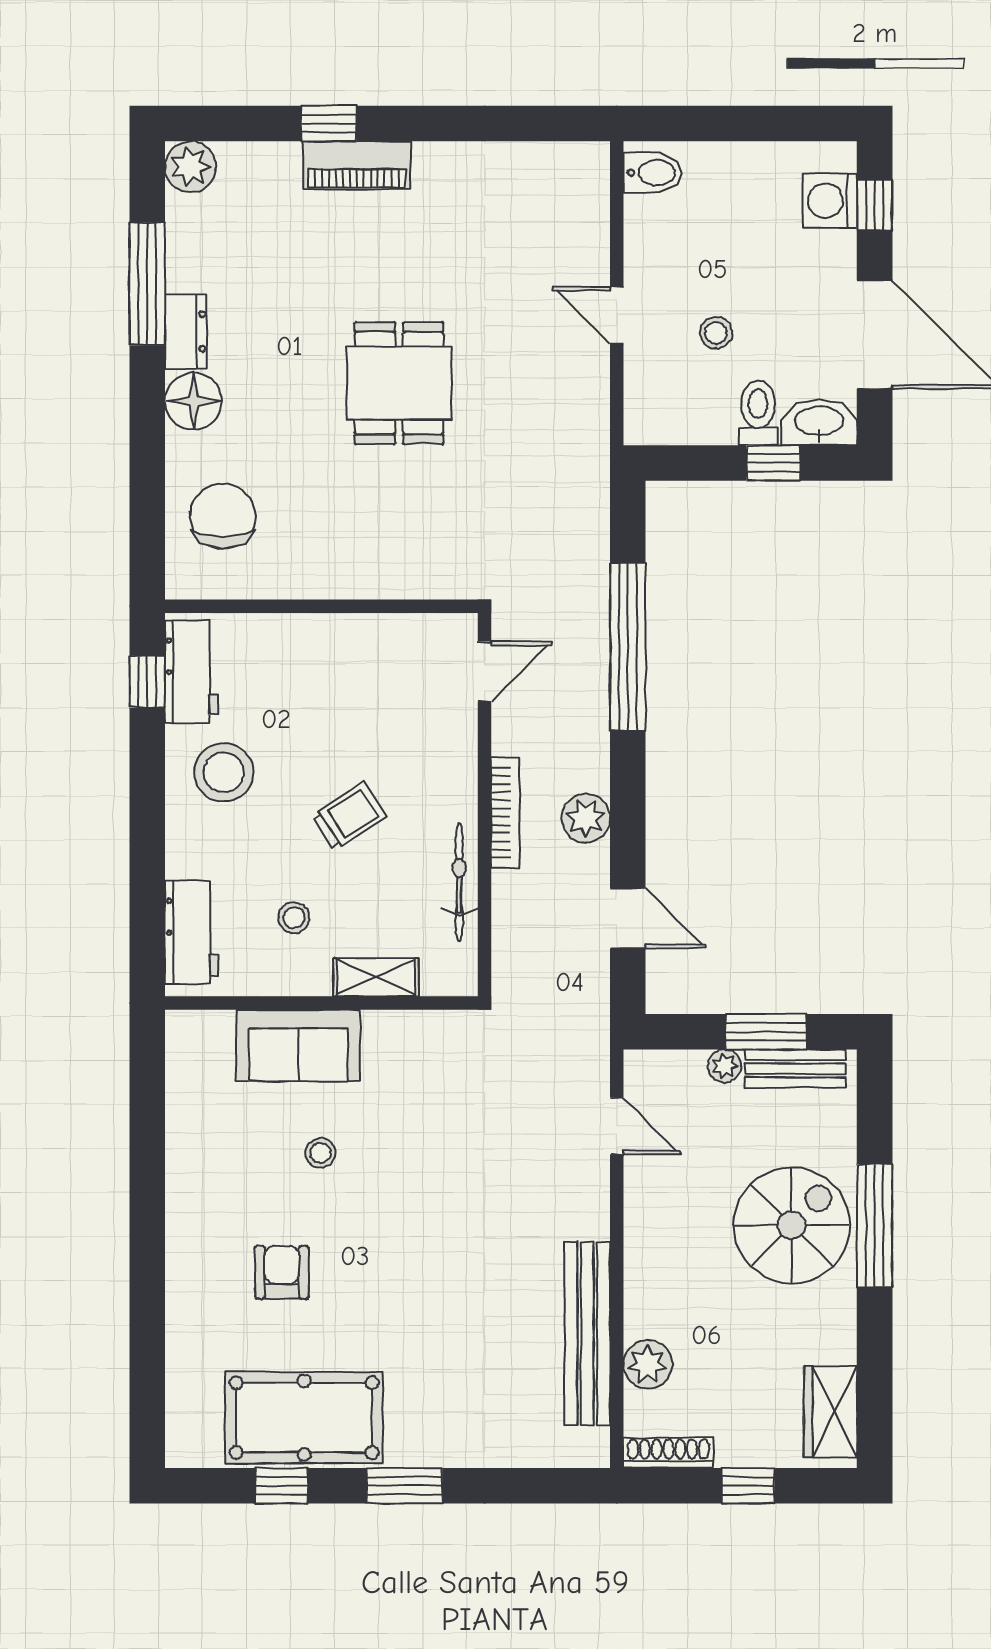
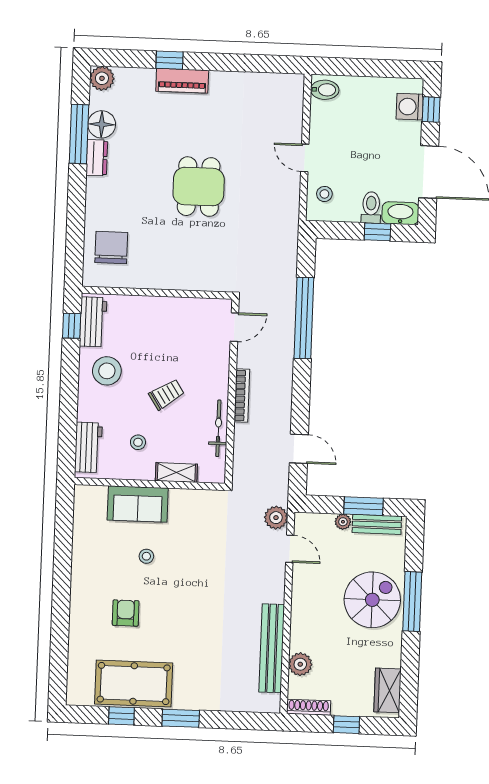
stool: (716, 333) -> (324, 194), moved
floor lamp: (193, 401) -> (102, 124), moved
plant: (586, 818) -> (276, 518), moved

